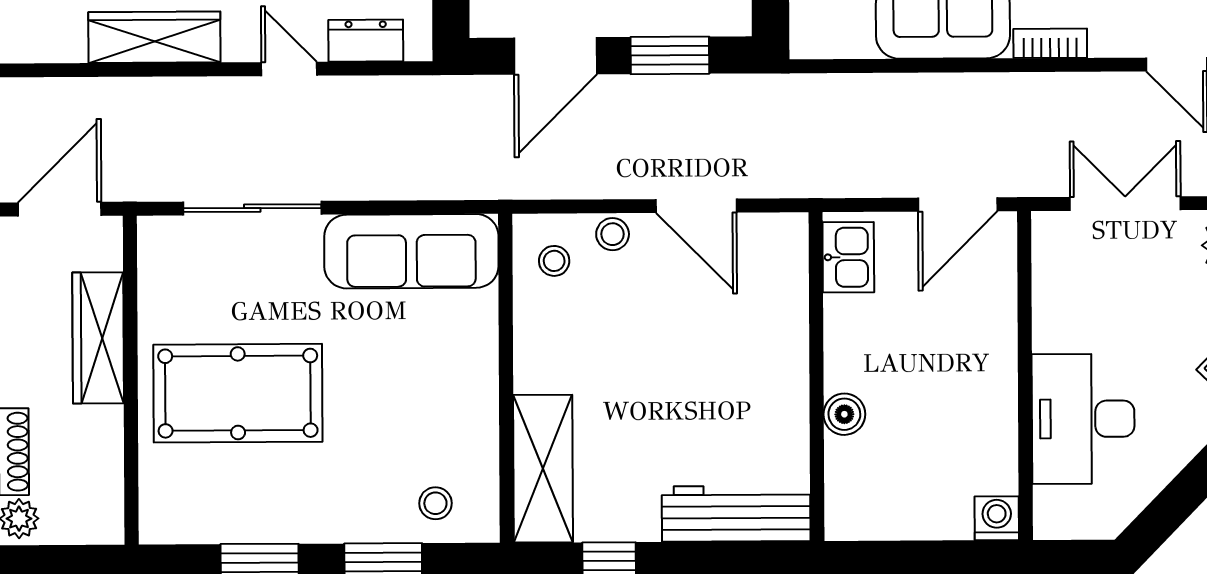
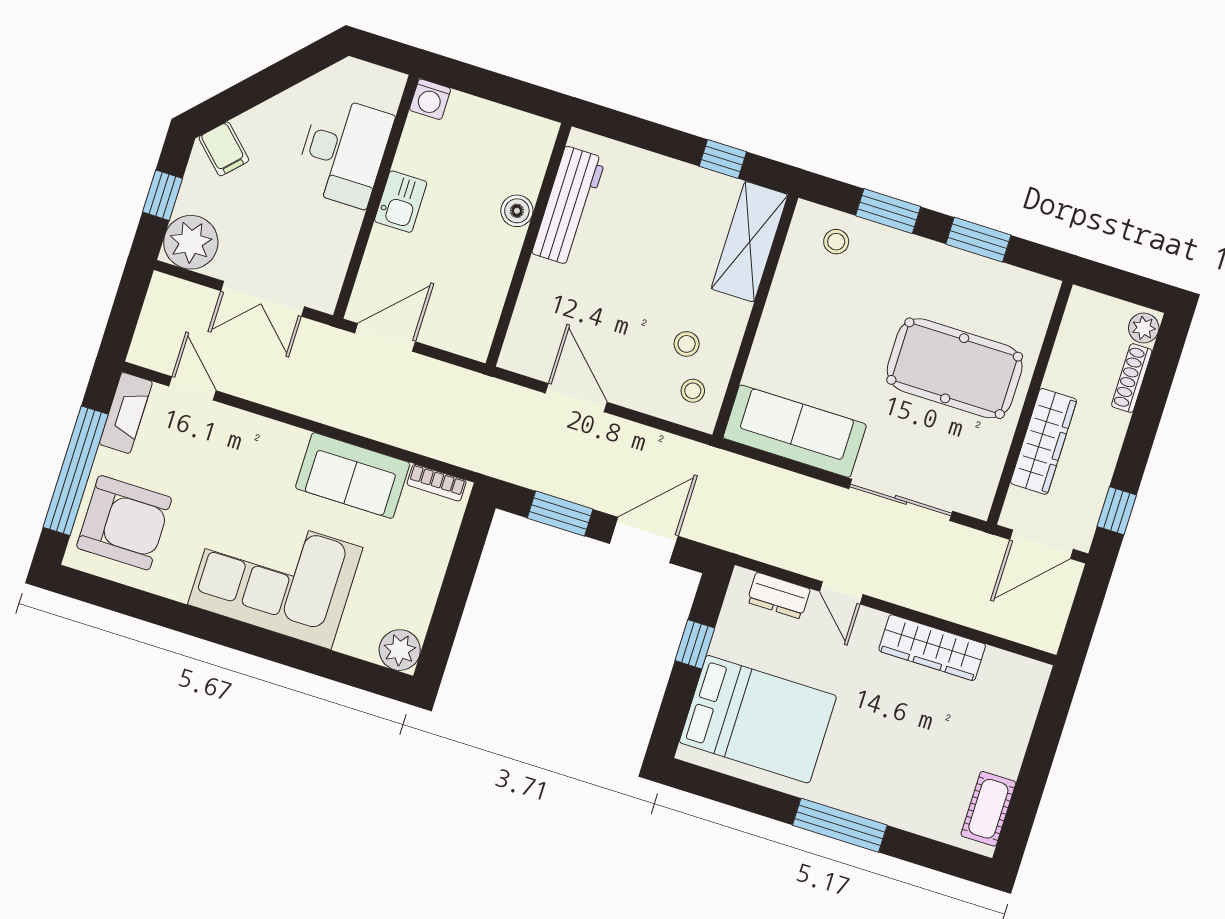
bookcase: (1050, 43) -> (437, 483), moved
stool: (613, 234) -> (687, 344), moved
kitchen sink: (848, 257) -> (401, 202), moved, turned 180
workbench: (736, 514) -> (569, 206), moved, turned -90

